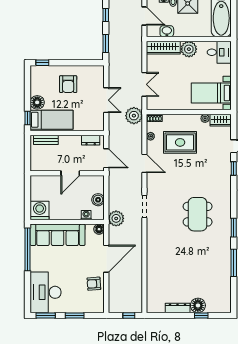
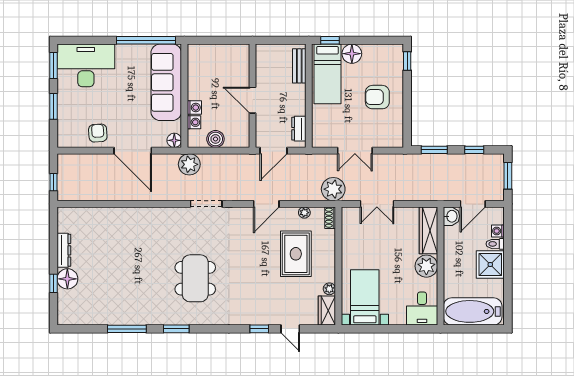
washbasin: (167, 31) -> (451, 216), moved
washing machine: (40, 210) -> (194, 108), moved, width x0.53, depth x0.53
dining table: (198, 214) -> (195, 278), turned 90

